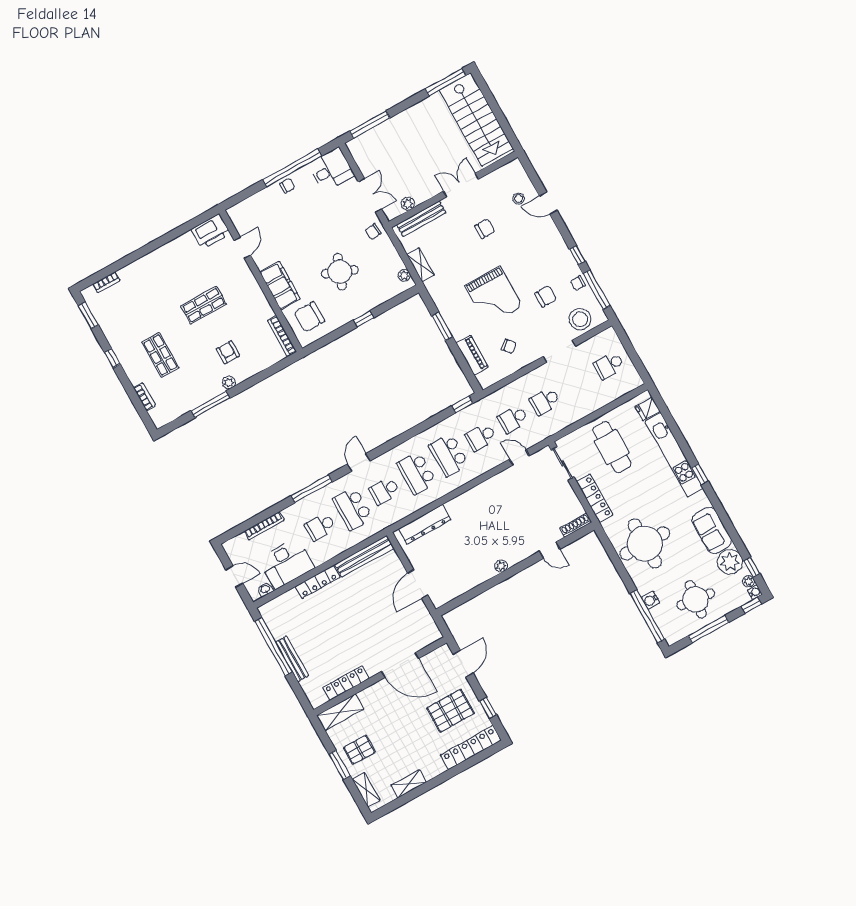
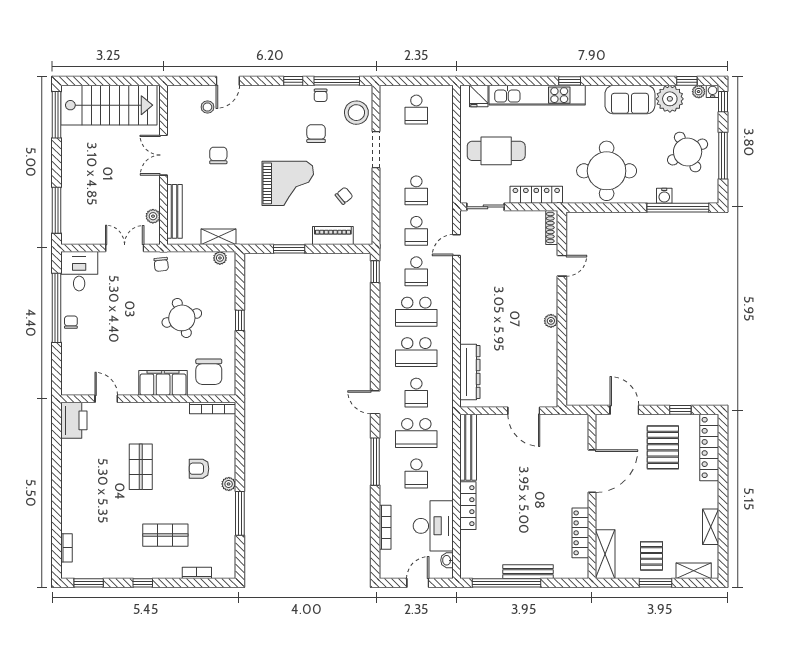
round table: (340, 272) -> (182, 318), turned -38
round table: (696, 599) -> (688, 152), turned -35

